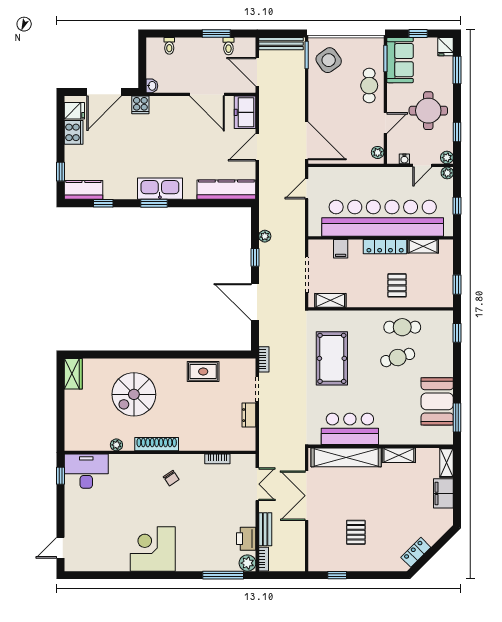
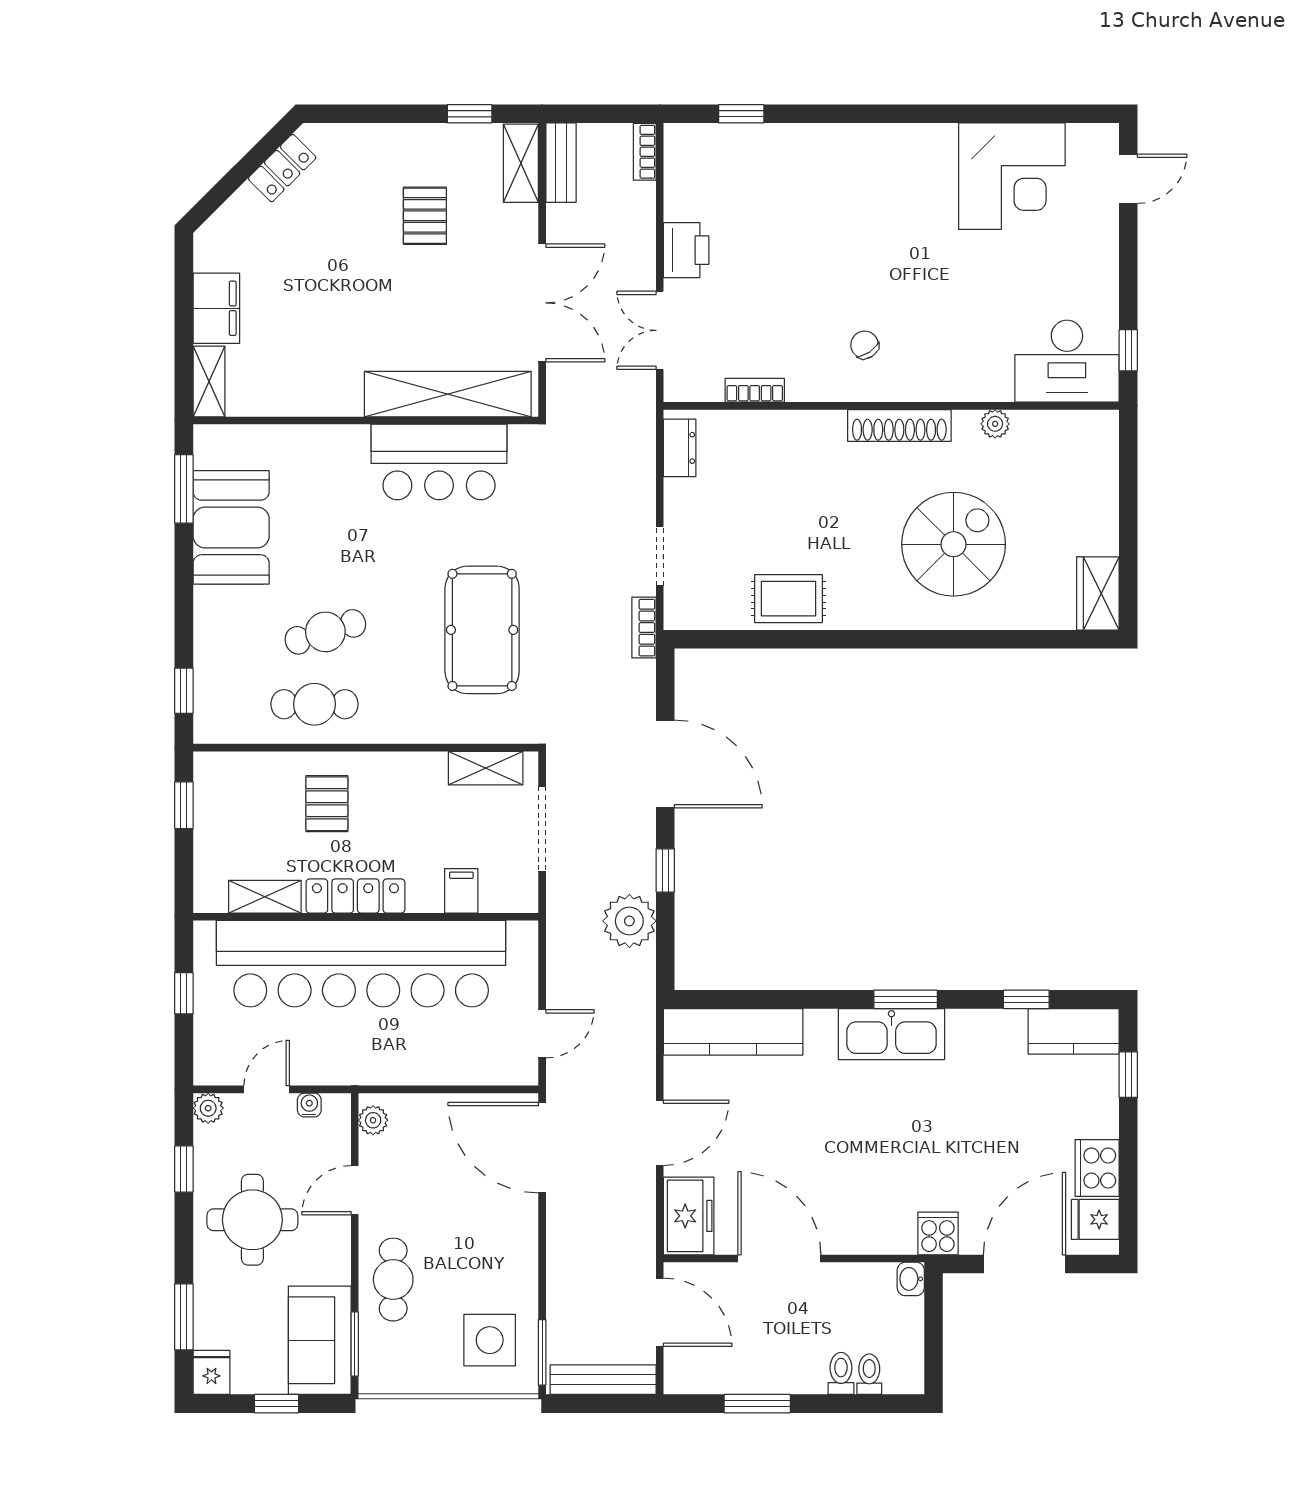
toilet: (228, 46) -> (841, 1373), moved
side table: (329, 60) -> (490, 1340), turned 36
plant: (447, 173) -> (207, 1071), removed
plant: (265, 236) -> (629, 921), width x1.88, depth x1.88
dresser: (249, 415) -> (680, 448), moved
shelving: (399, 455) -> (521, 163), moved, turned 90
bench: (265, 529) -> (561, 163), moved
printer: (246, 539) -> (686, 250), moved
corner desk: (153, 549) -> (1012, 176), moved
plant: (247, 563) -> (683, 143), removed
window: (223, 575) -> (741, 114), width x0.46

